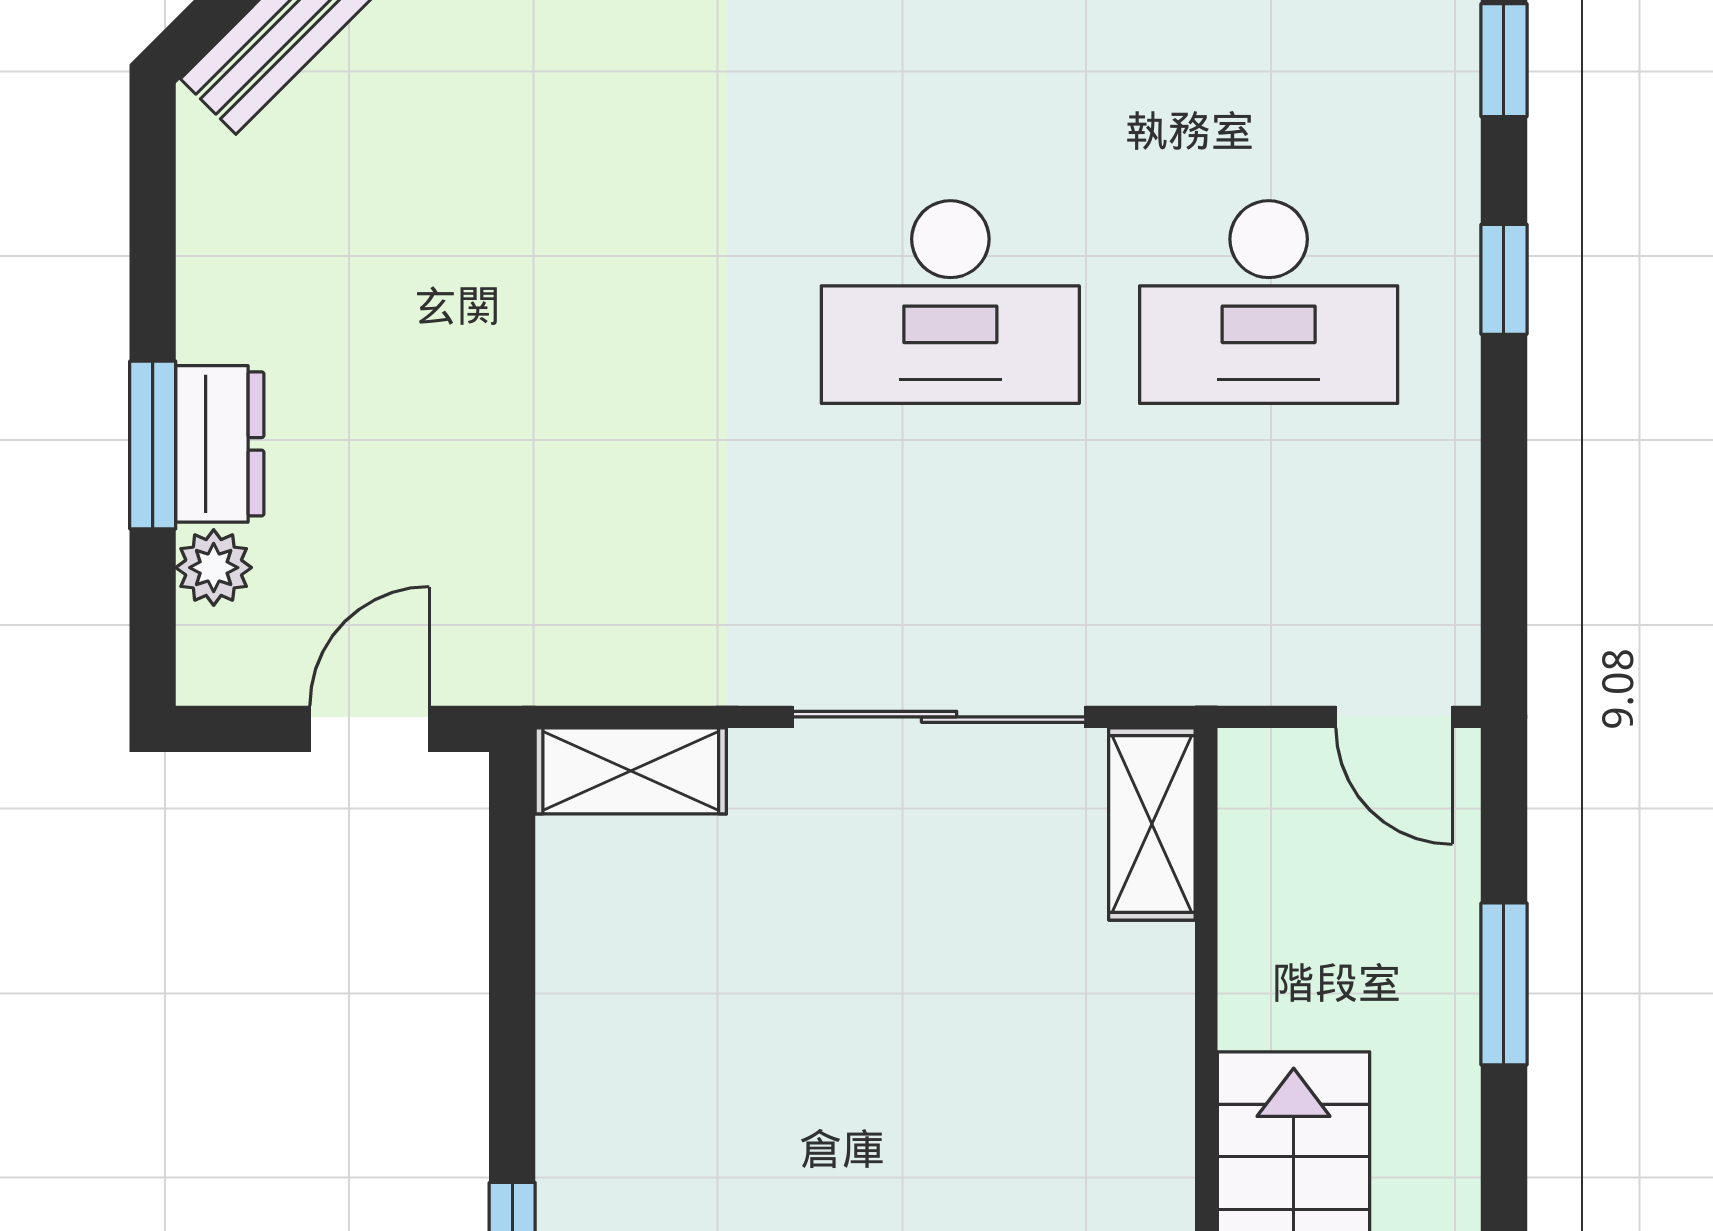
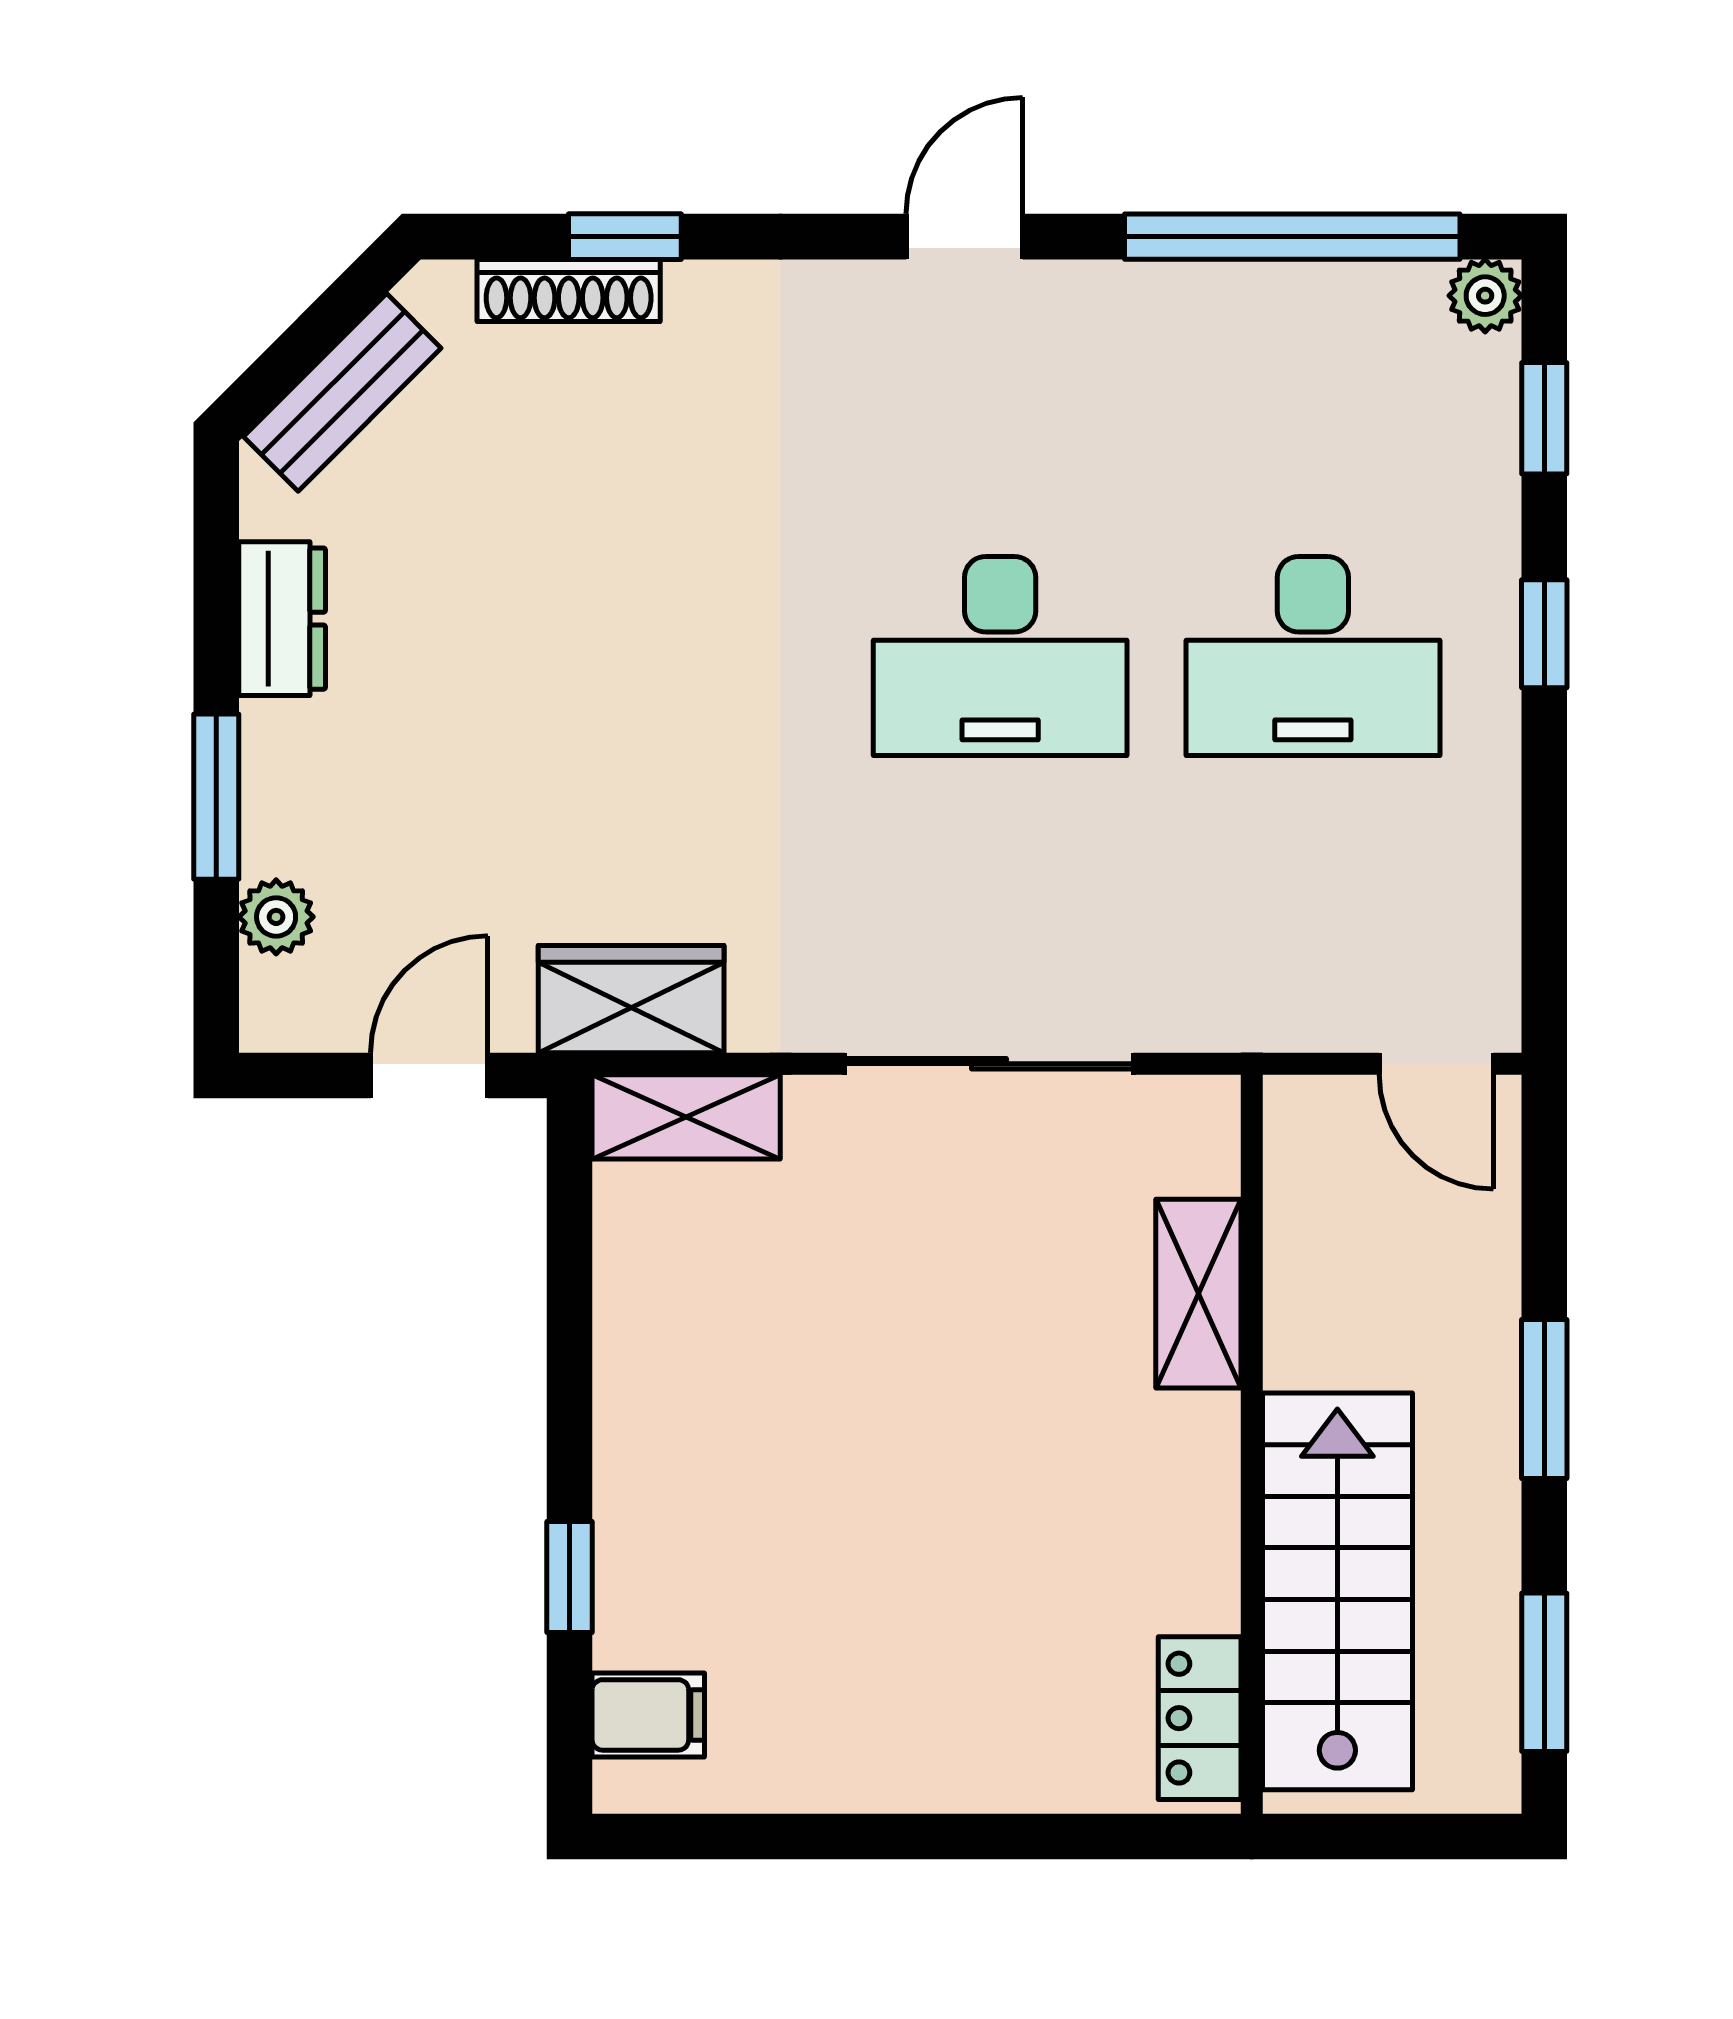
dresser: (220, 444) -> (282, 619), moved
wardrobe: (575, 651) -> (631, 999), added
shelving: (1152, 824) -> (1198, 1294), moved
window: (1504, 984) -> (1544, 1399), moved

